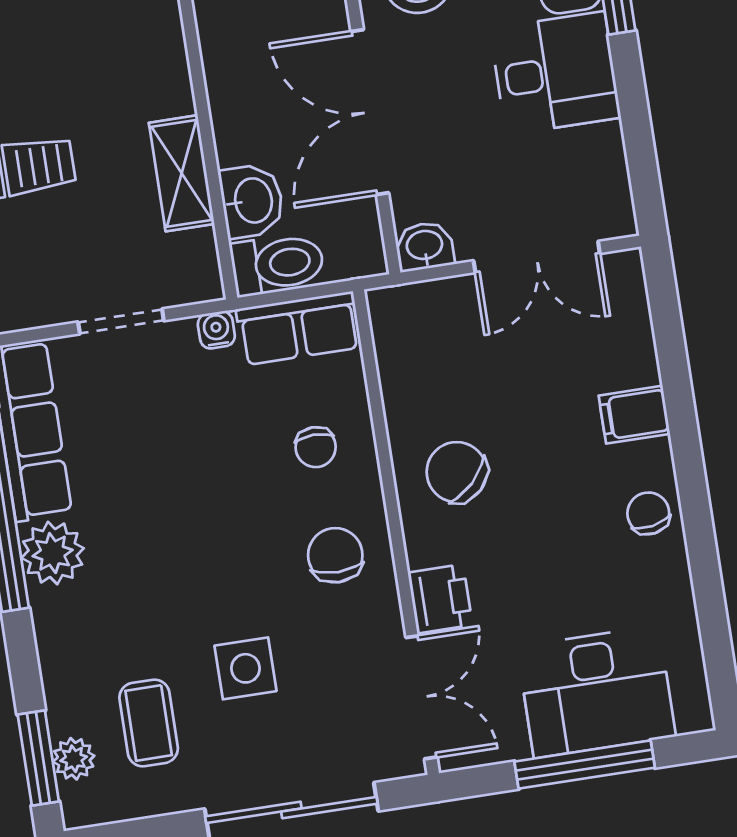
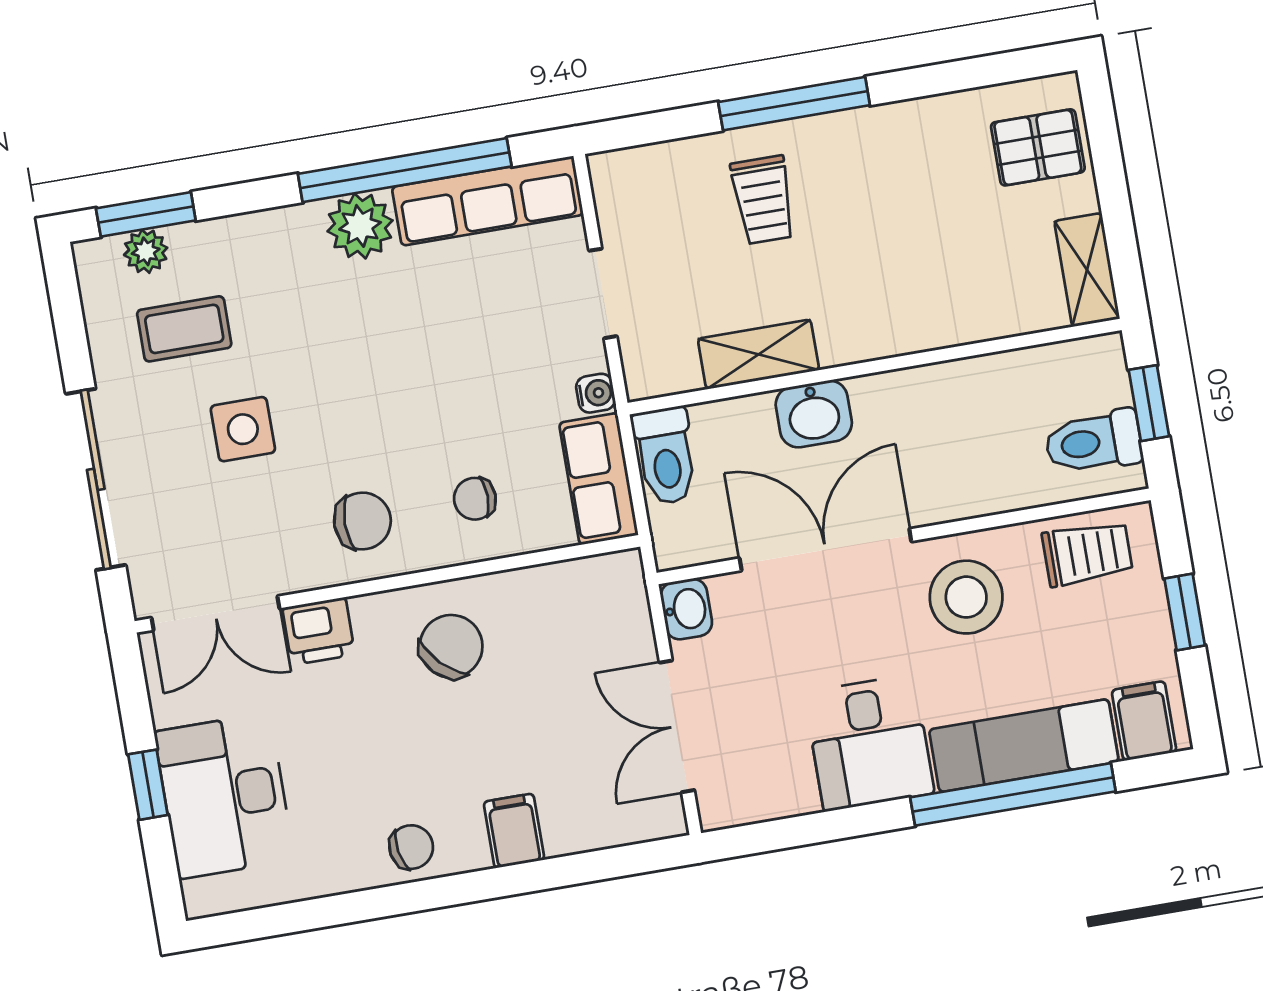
washbasin: (252, 201) -> (814, 414), moved
window: (585, 765) -> (148, 785), width x0.46

